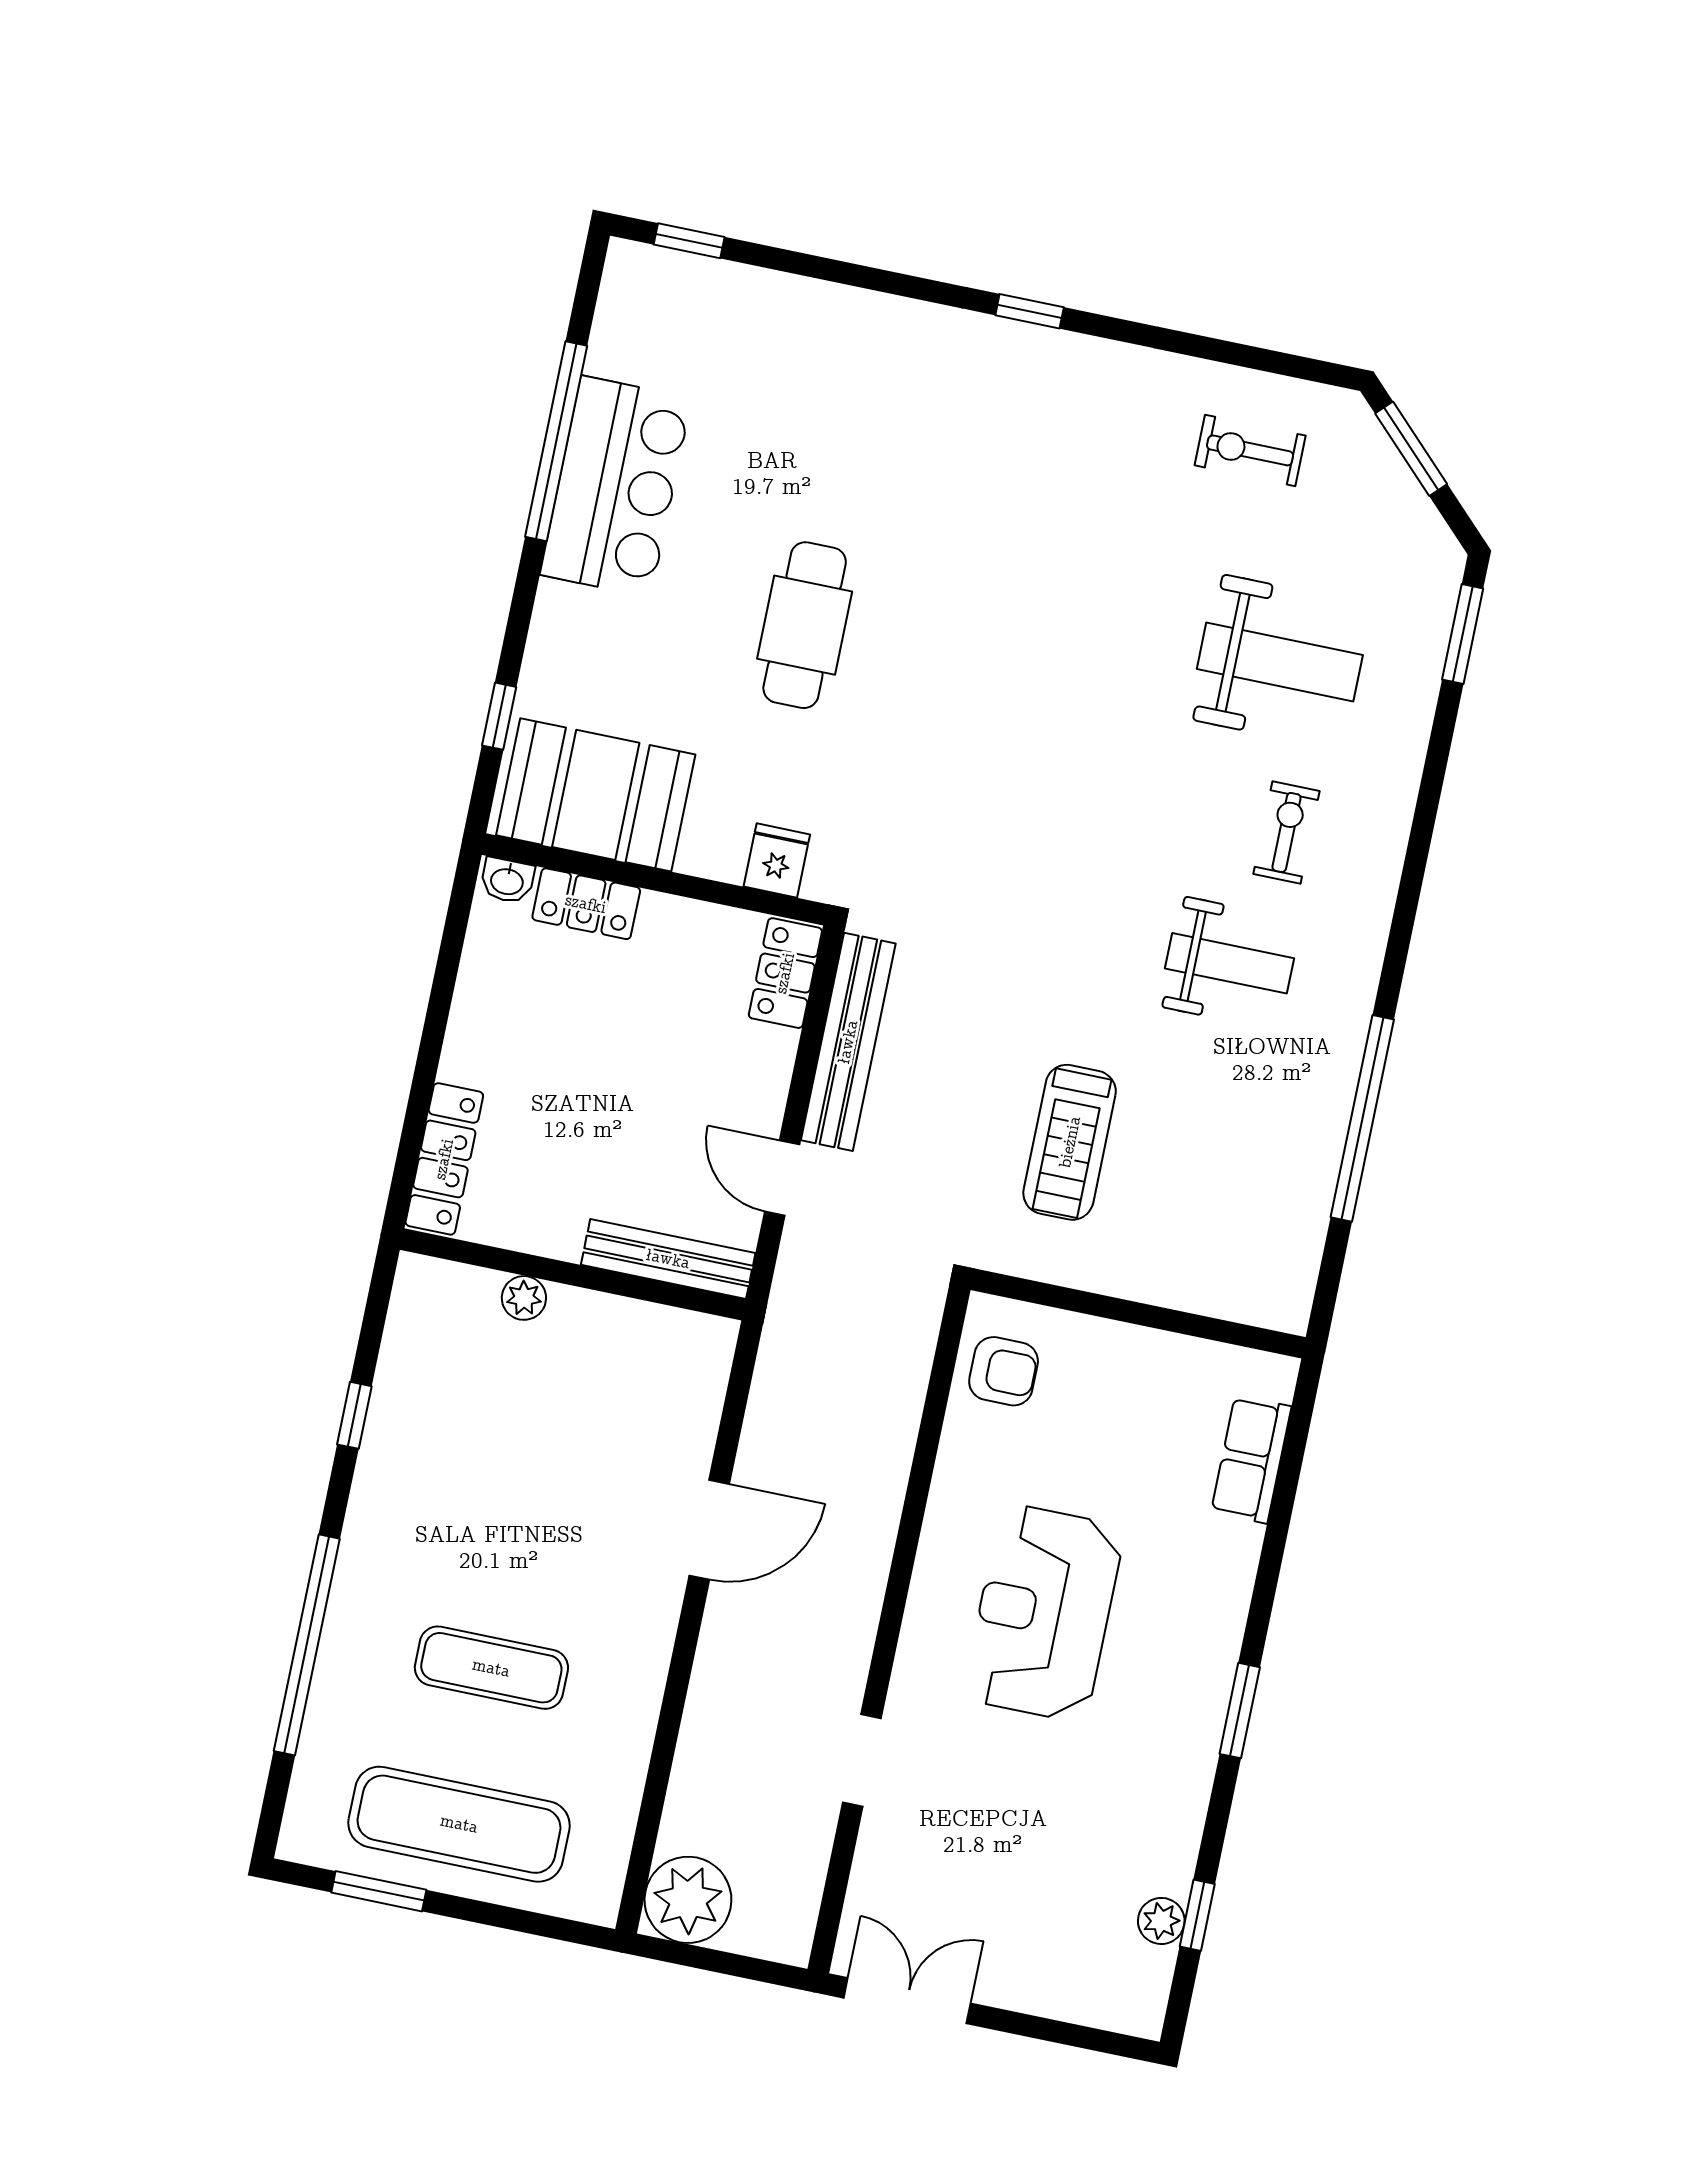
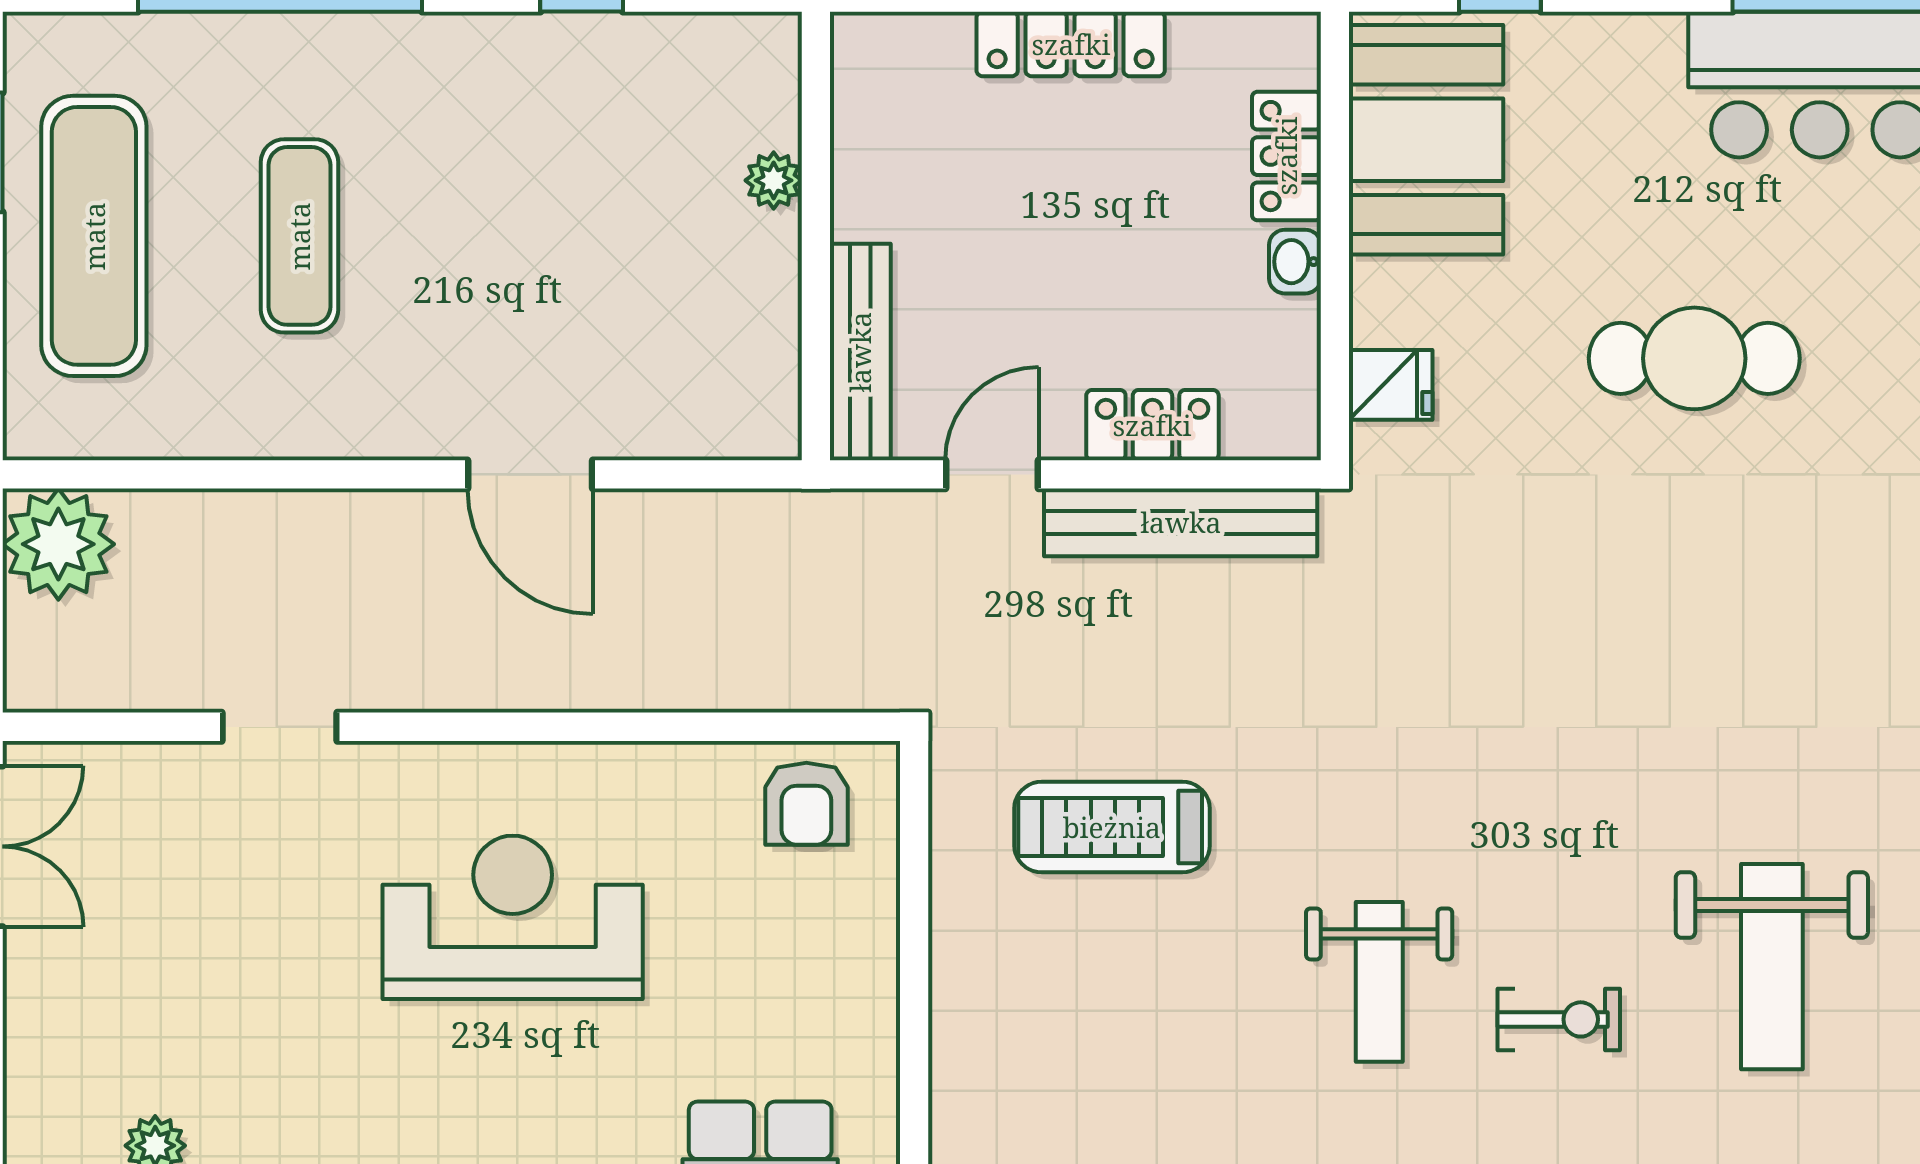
washbasin: (507, 881) -> (1295, 262), moved
locker: (785, 973) -> (1152, 425), moved
locker: (444, 1159) -> (1071, 44), moved

